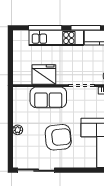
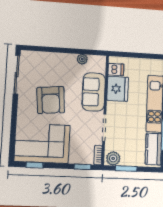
dishwasher: (26, 77) -> (116, 69), added
plant: (18, 130) -> (82, 59), moved

